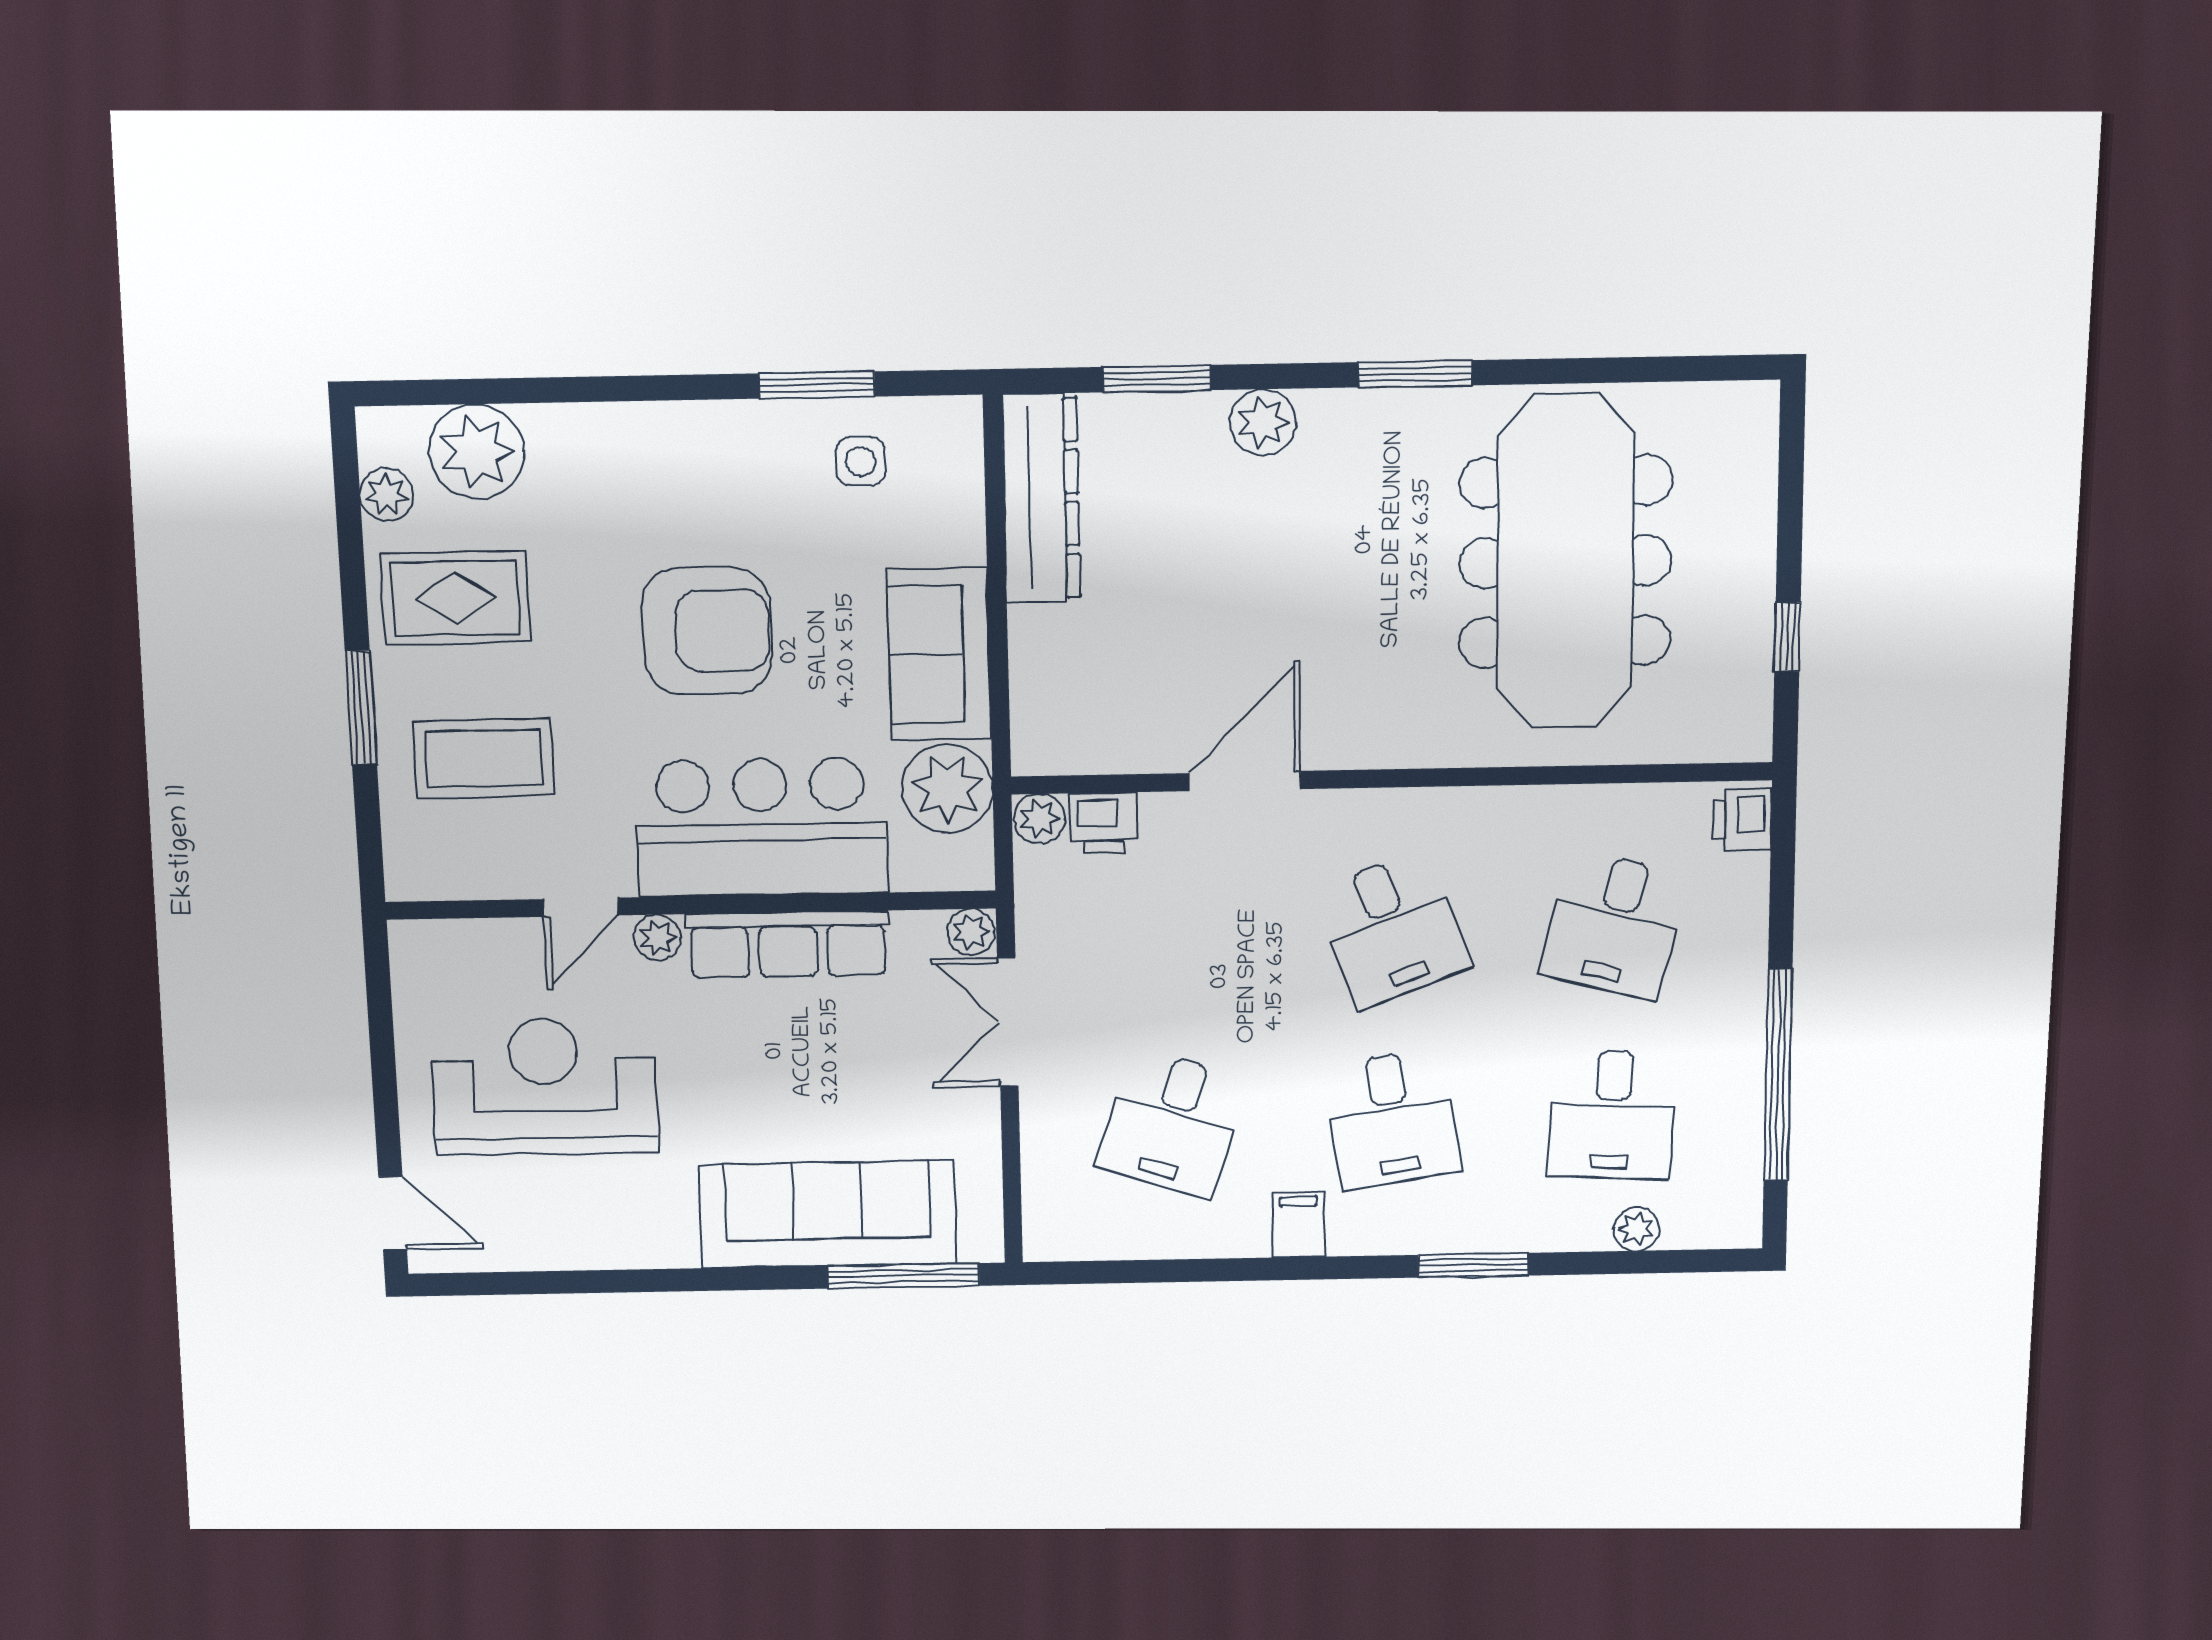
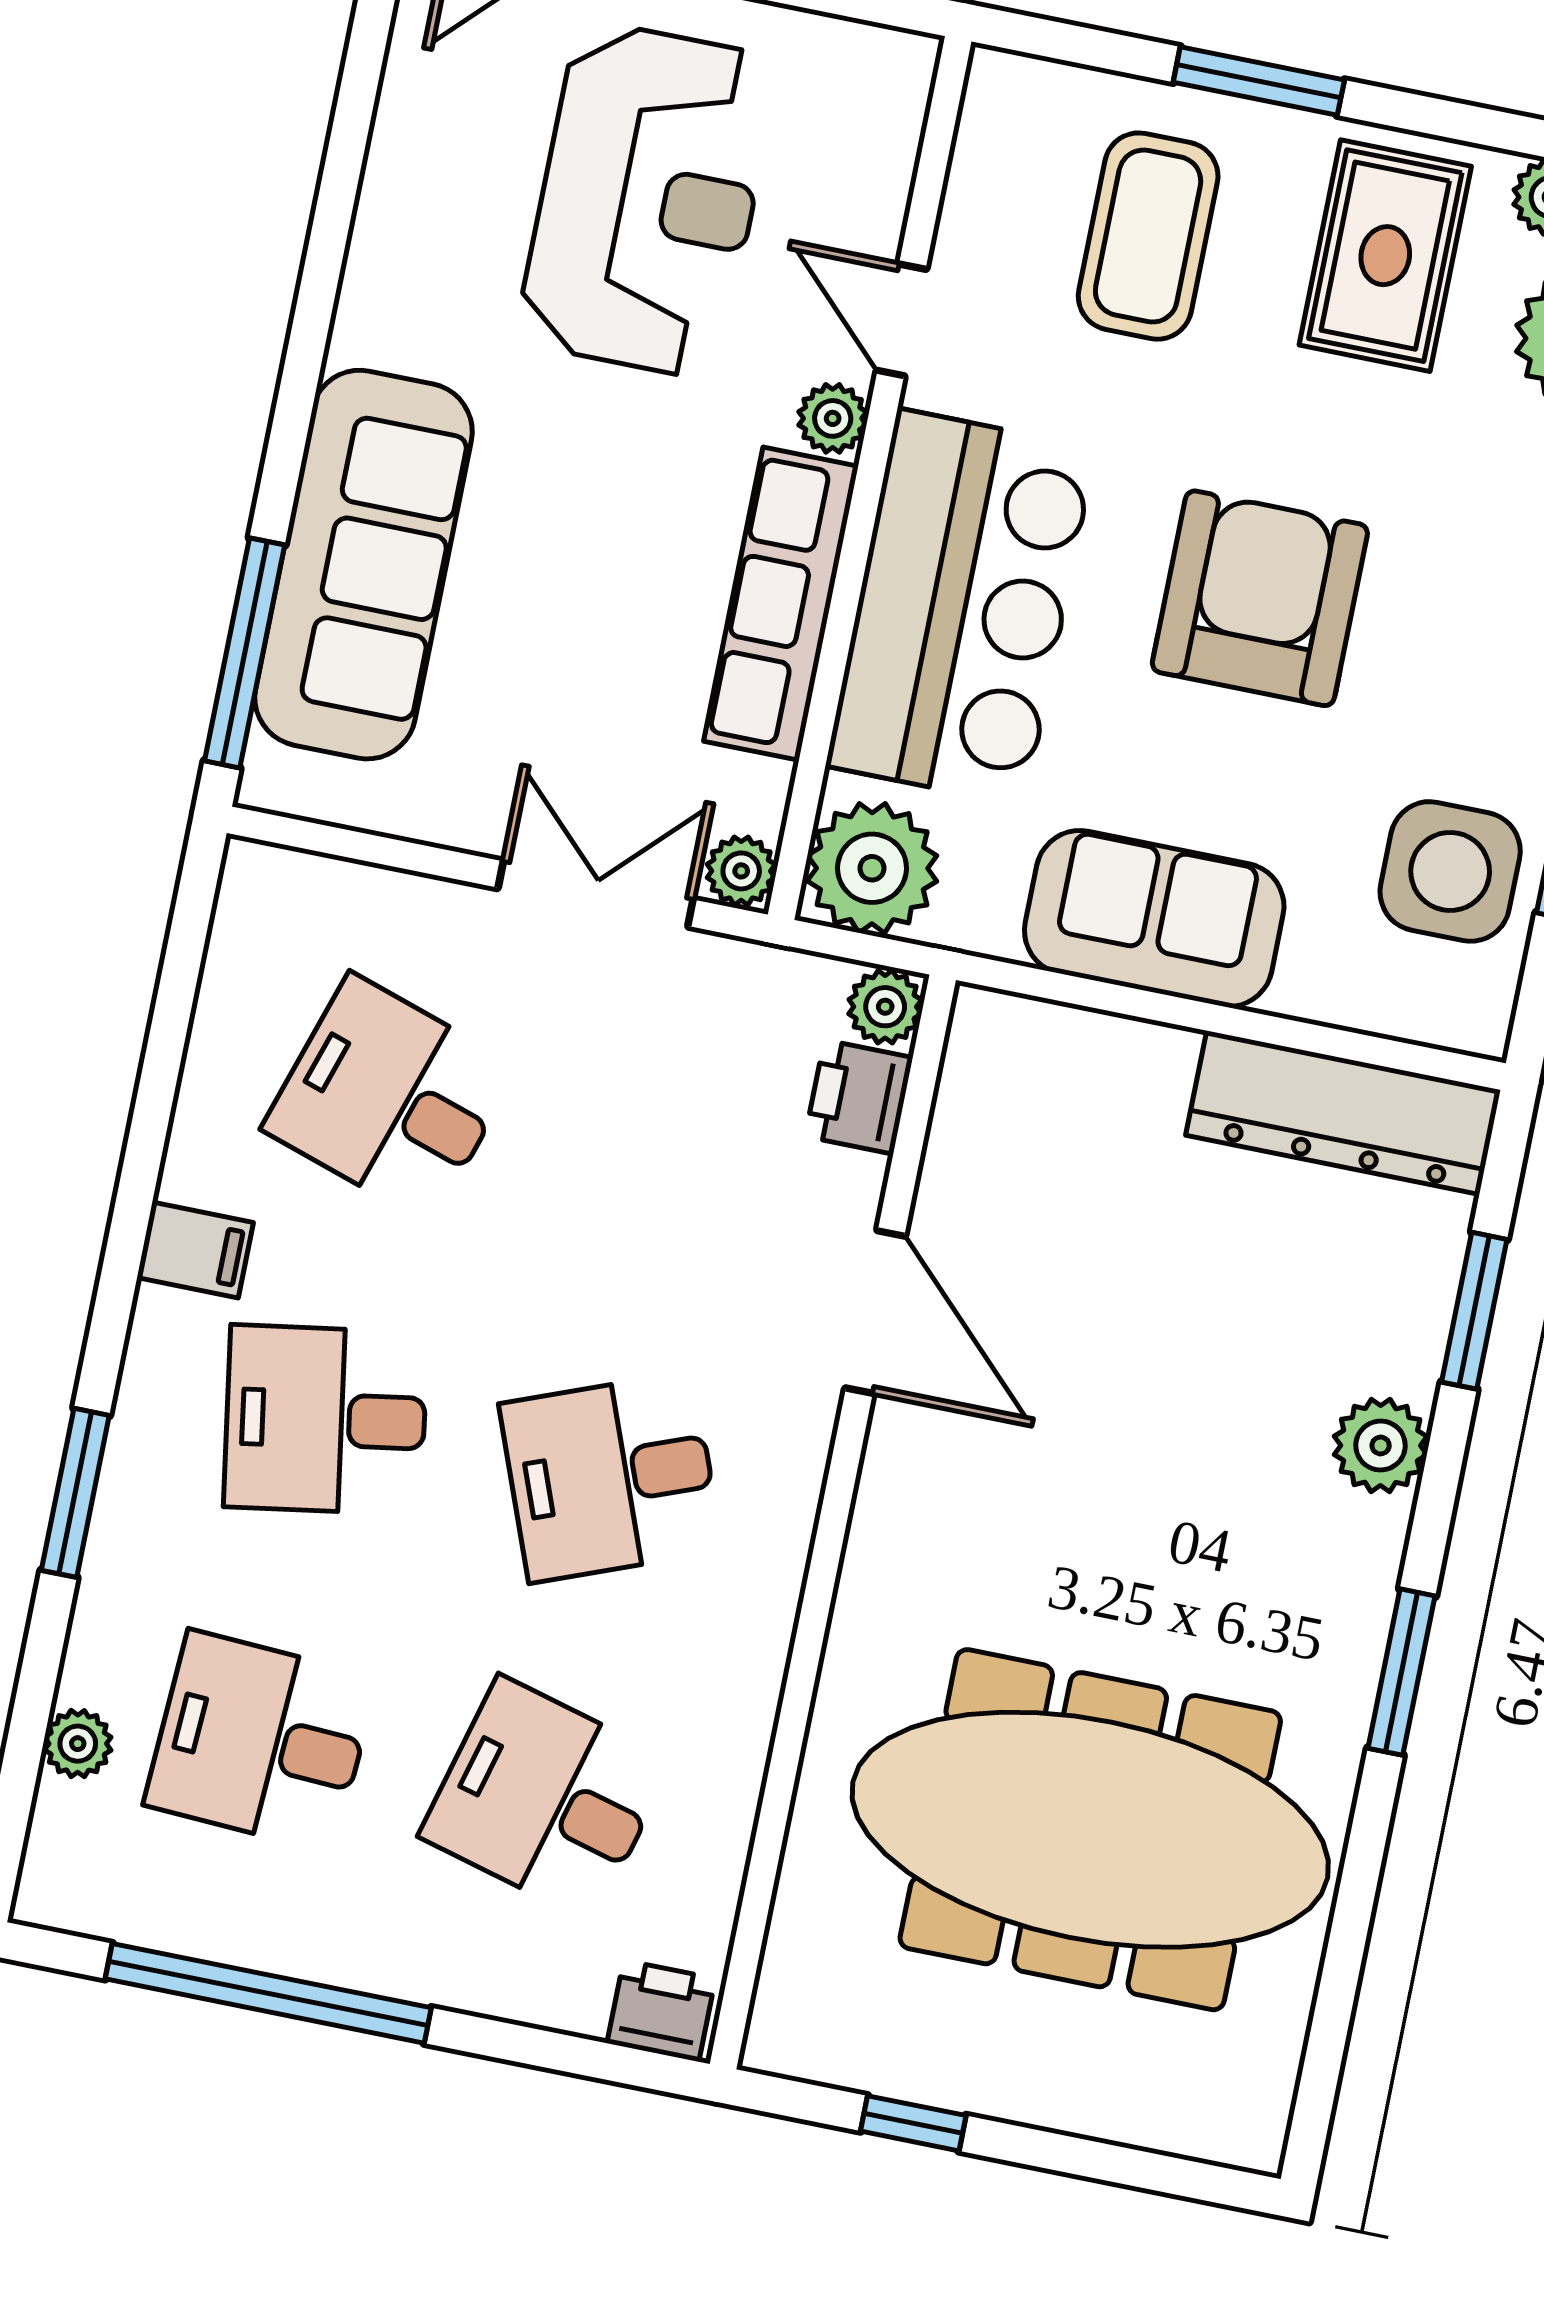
side table: (861, 462) -> (1450, 871), width x1.87, depth x1.87
armchair: (707, 631) -> (1260, 598), turned 180
plant: (947, 789) -> (872, 868), moved

